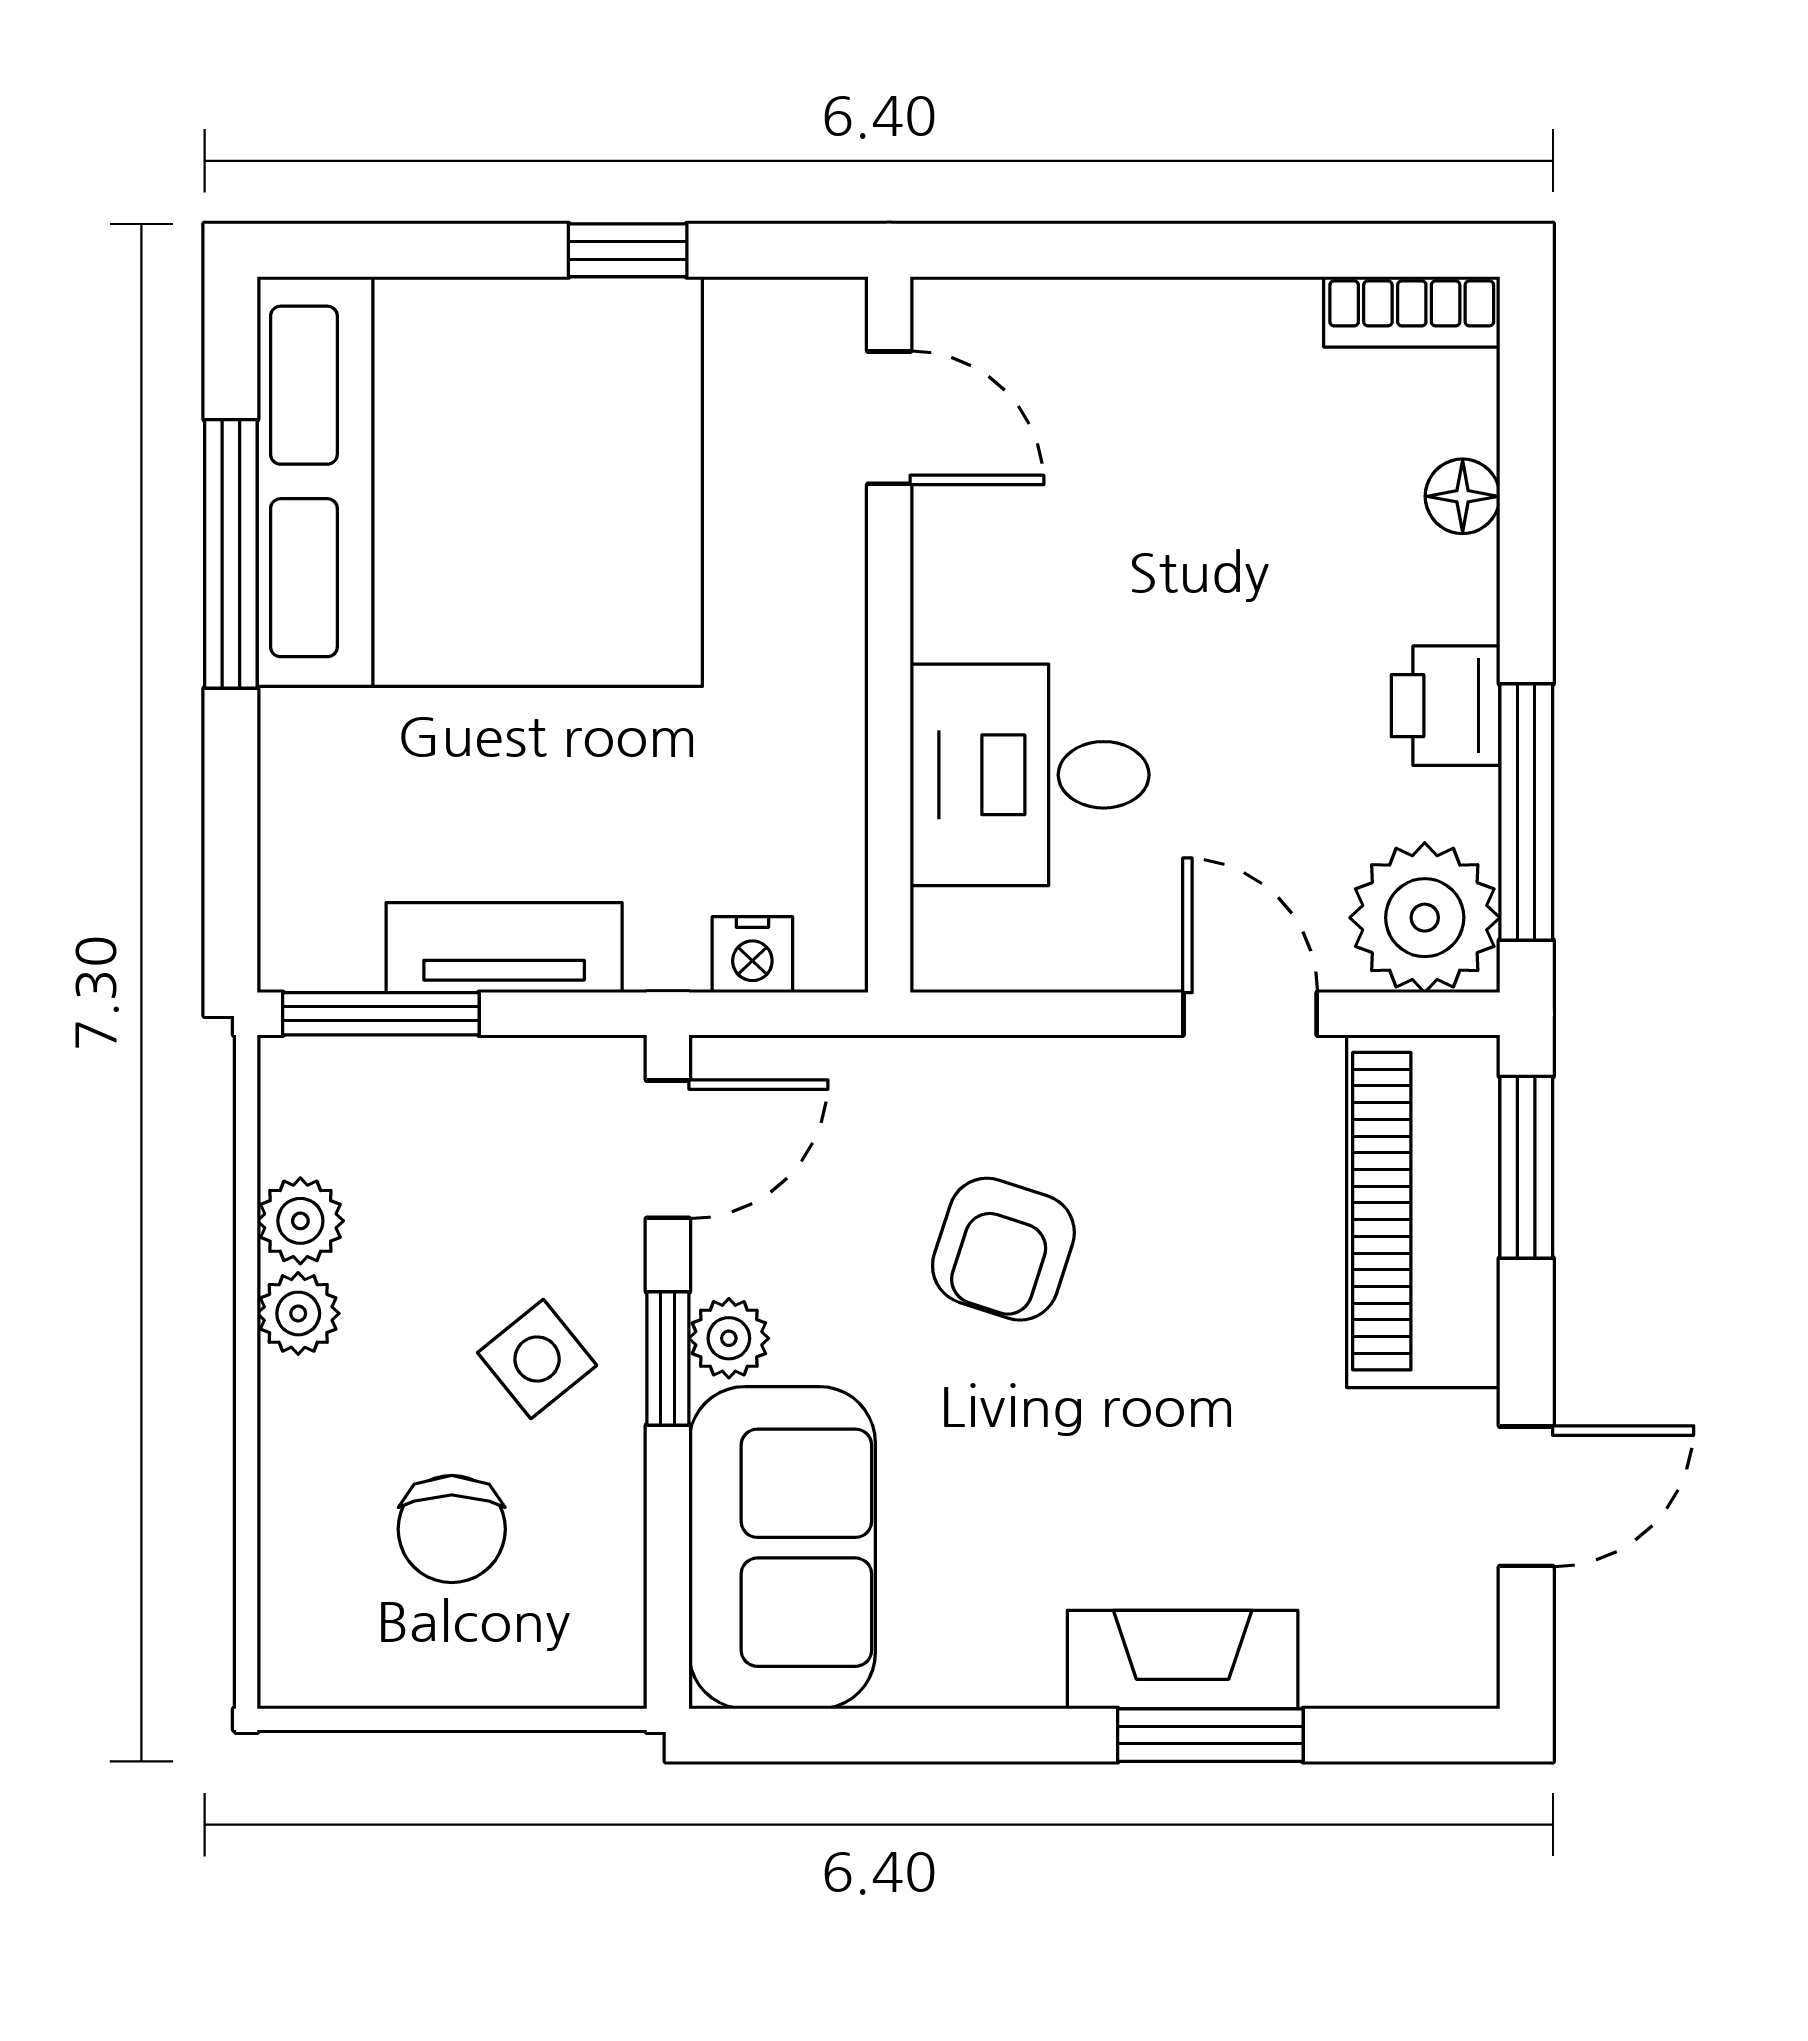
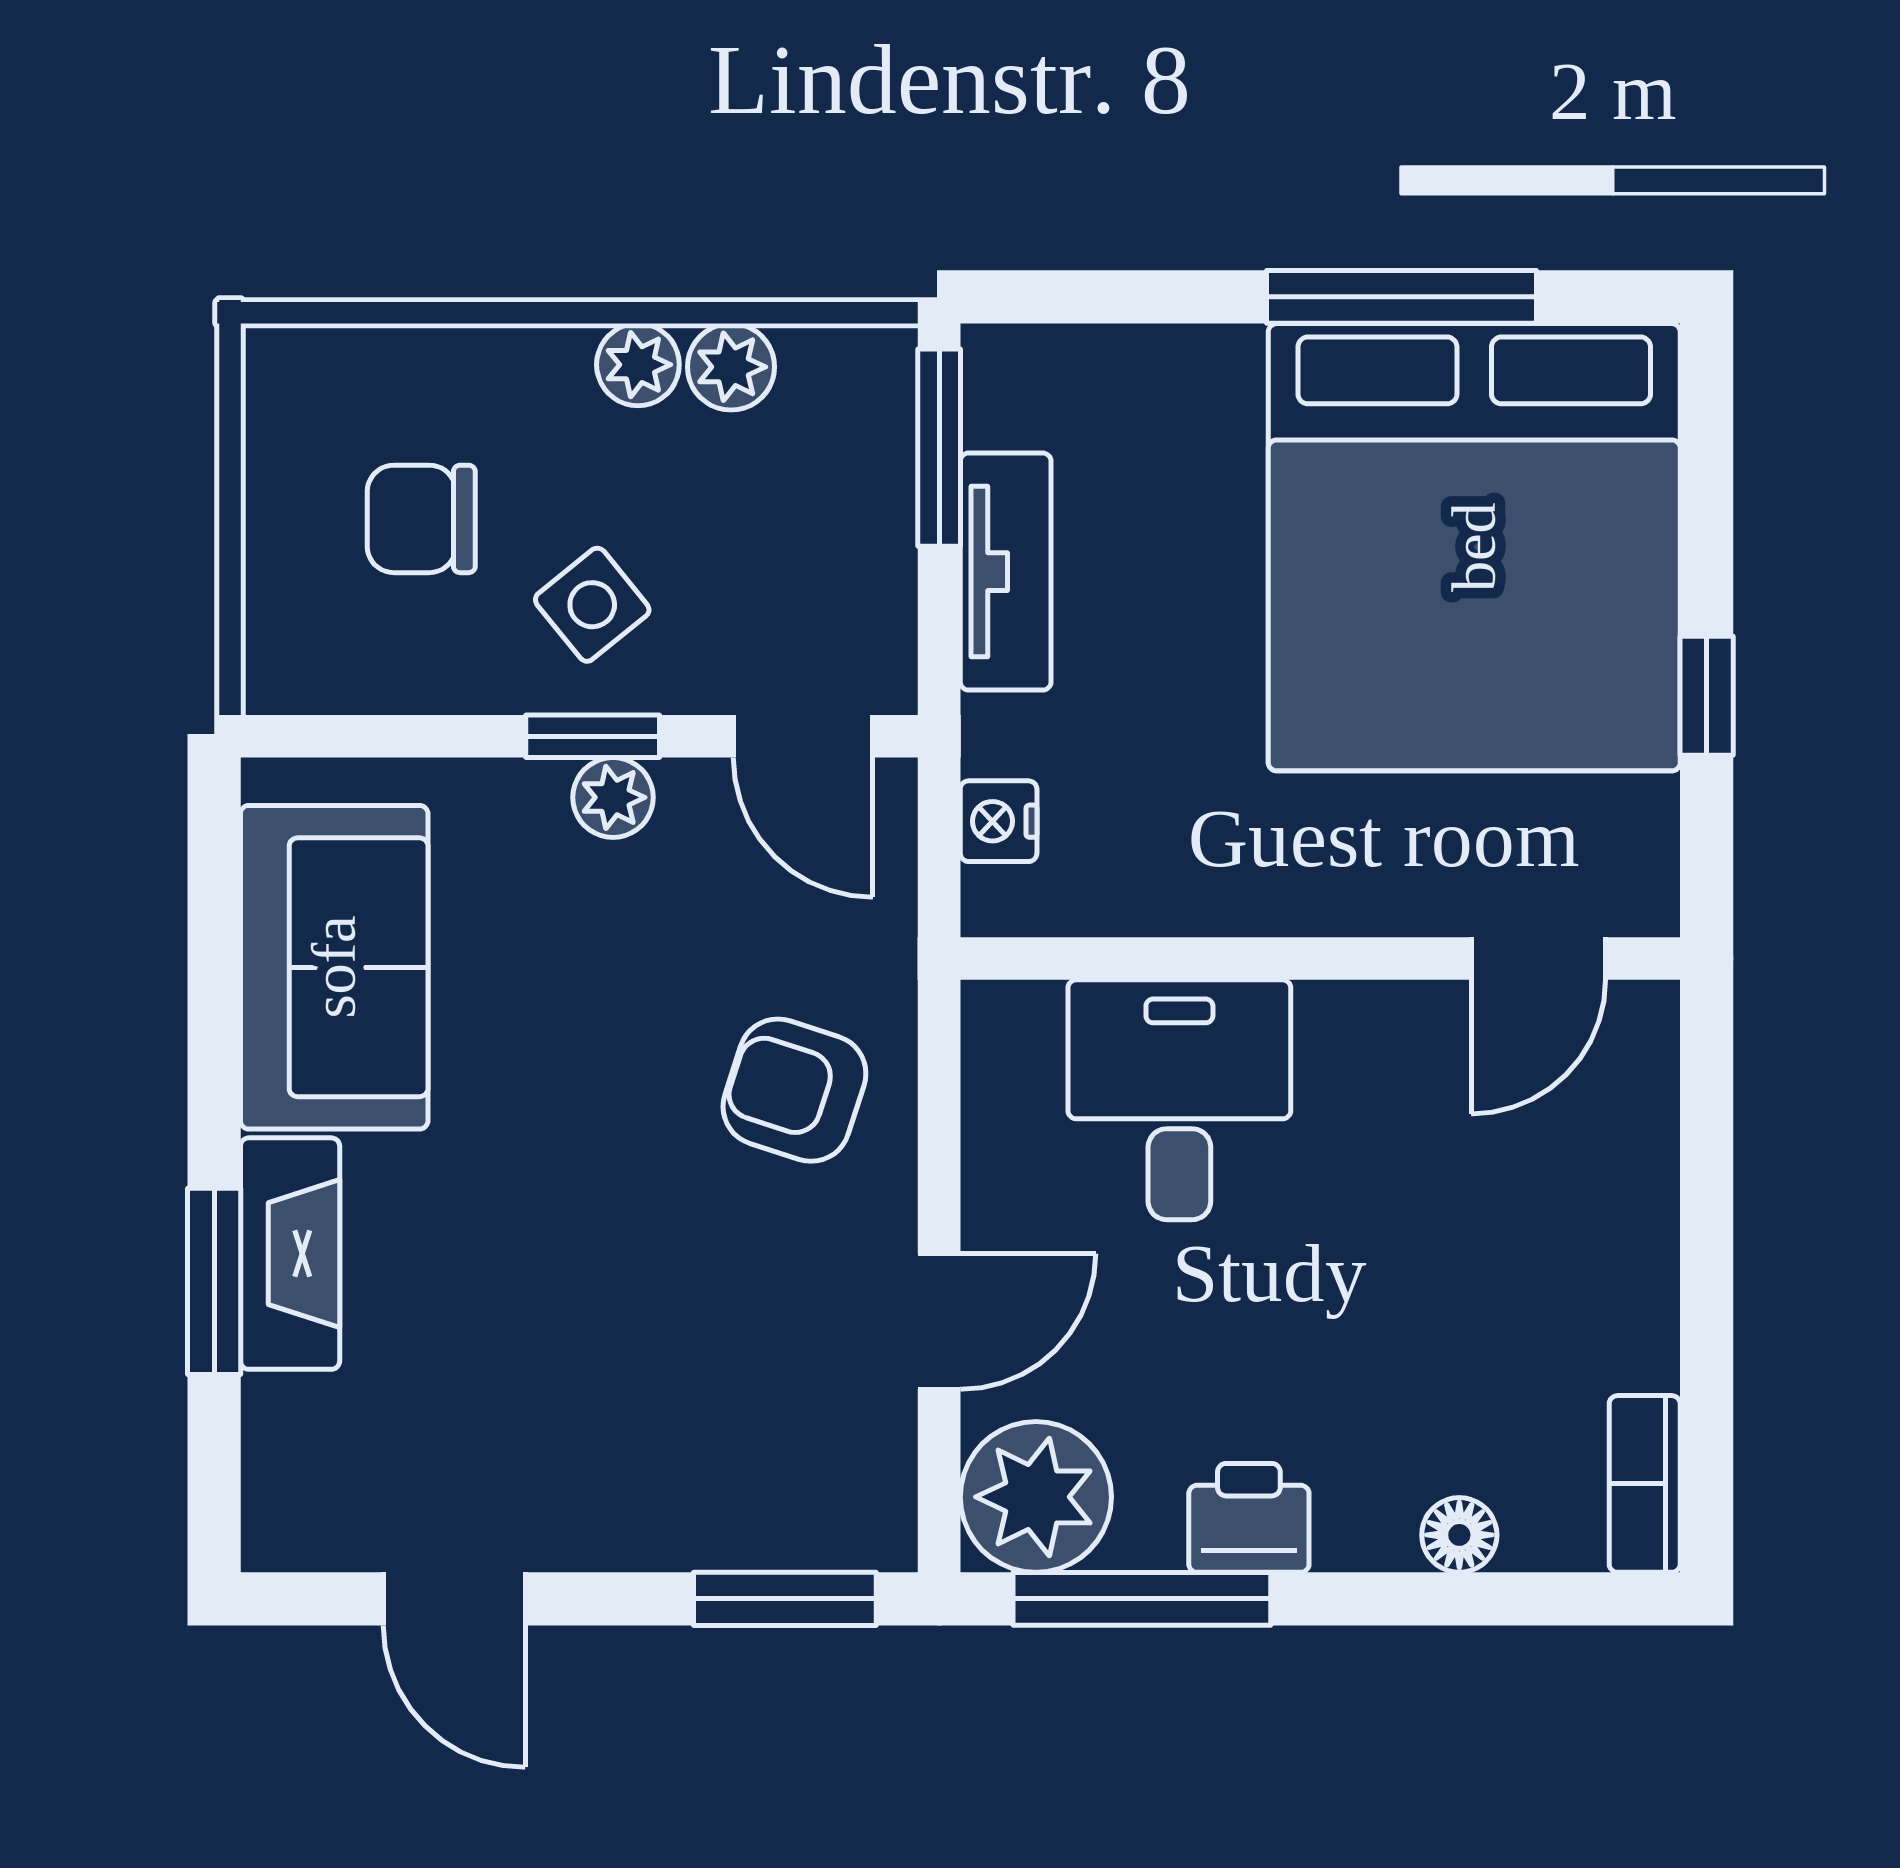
piano: (1423, 1211) -> (741, 1495), removed
armchair: (1003, 1249) -> (794, 1090), moved
sofa: (782, 1548) -> (334, 967), moved, turned -90

